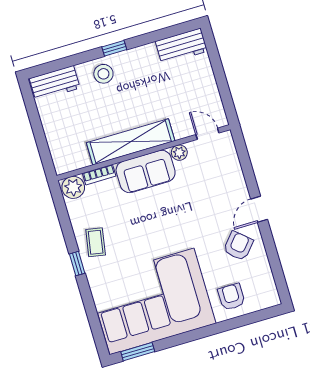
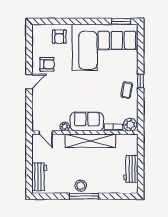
workbench: (181, 46) -> (39, 177), moved, turned 90
window: (114, 48) -> (84, 196), width x2.17
stool: (103, 74) -> (81, 186), moved
workbench: (55, 83) -> (131, 169), moved, turned -90
armchair: (238, 246) -> (47, 64), turned -131

